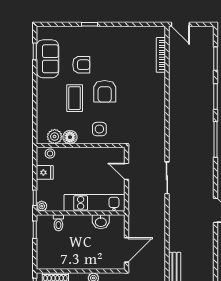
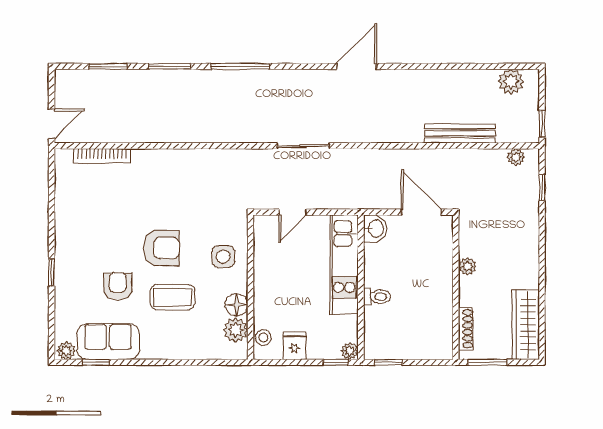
plant: (42, 33) -> (66, 351), added
washbasin: (101, 222) -> (375, 229), moved
toilet: (58, 223) -> (377, 297), moved

